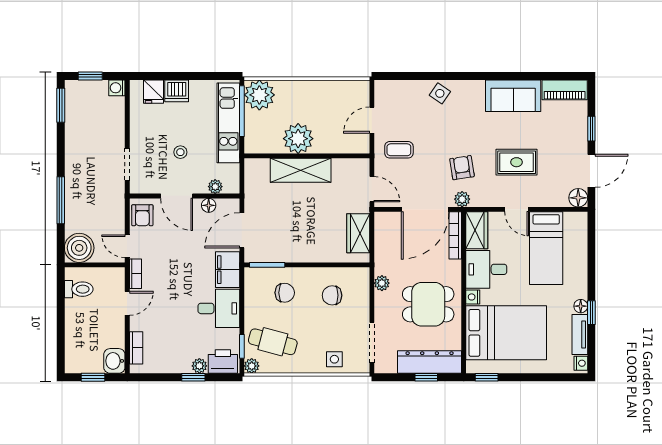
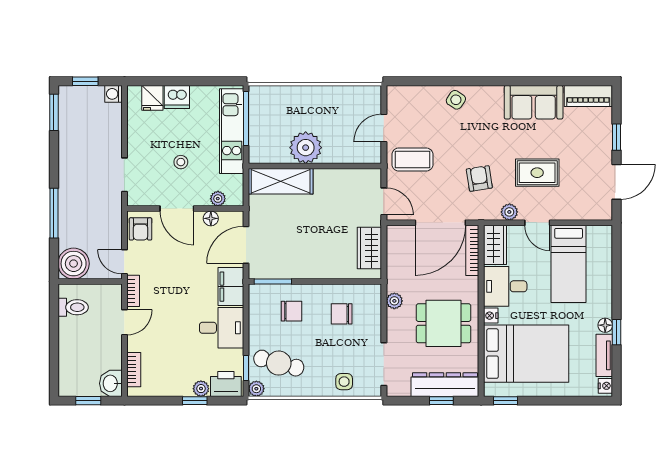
plant: (259, 95) -> (265, 101), removed
coffee table: (399, 150) -> (412, 160), width x1.36, depth x1.30
shelving: (301, 170) -> (281, 181), moved
floor lamp: (578, 198) -> (603, 210), removed
plant: (462, 199) -> (509, 212), moved

